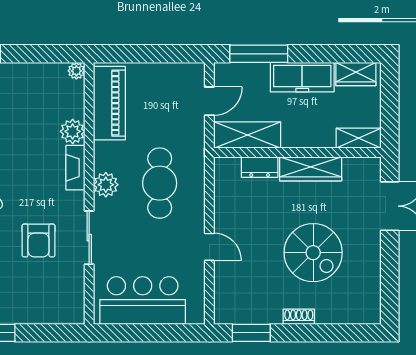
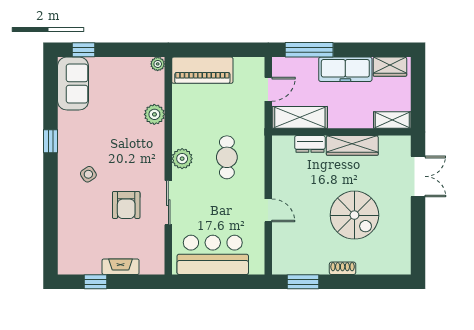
piano: (109, 103) -> (202, 70), moved, turned 90
fireplace: (75, 168) -> (121, 267), moved, turned 90
cafe table: (160, 183) -> (227, 157), width x0.73, depth x0.74

